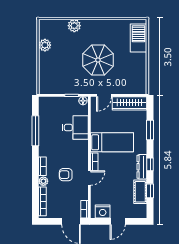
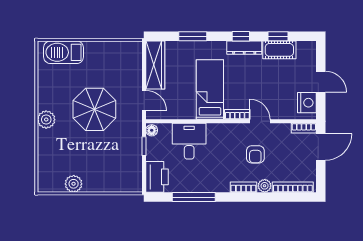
plant: (74, 26) -> (46, 120), moved
printer: (50, 105) -> (157, 177), added

